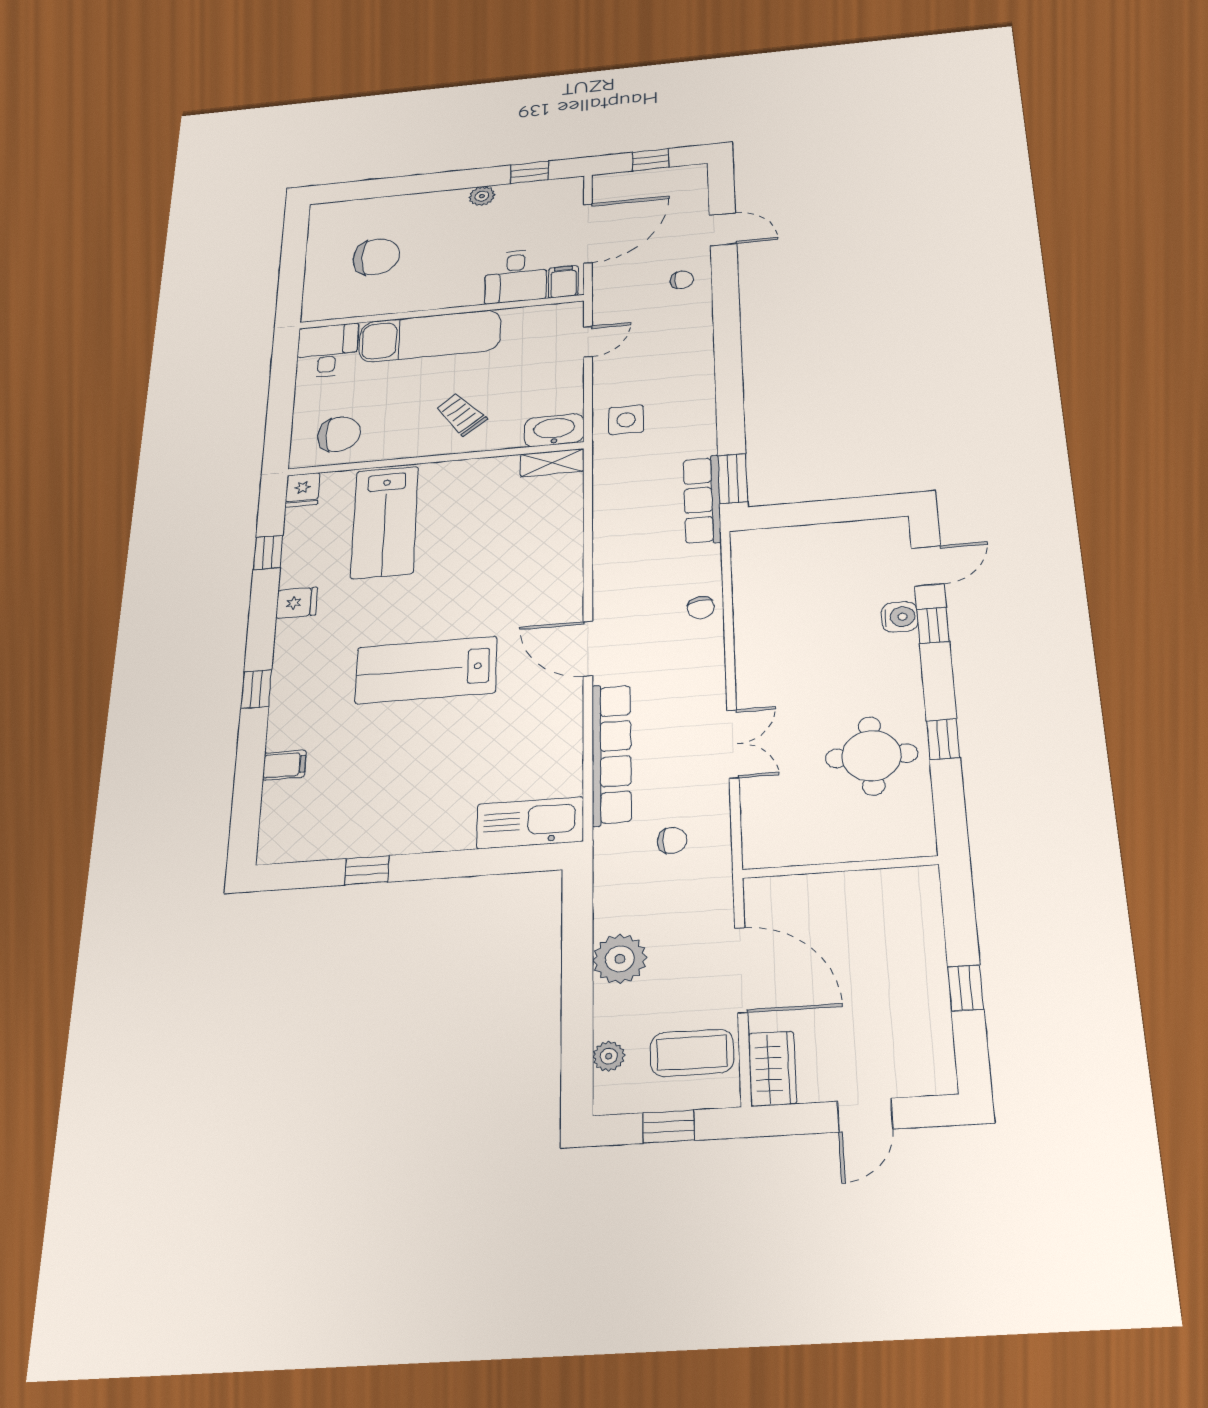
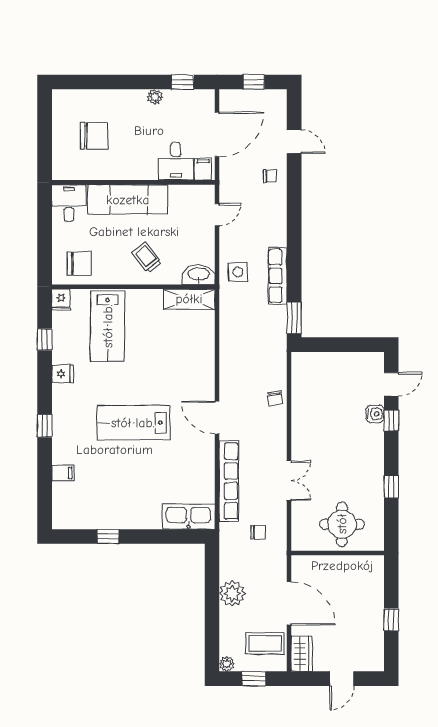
shelving: (552, 463) -> (189, 299), width x1.50, depth x1.33
row of seats: (702, 500) -> (278, 276), moved
round table: (872, 756) -> (342, 524), moved
plant: (609, 1056) -> (227, 664), moved

